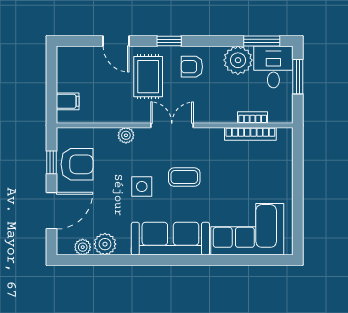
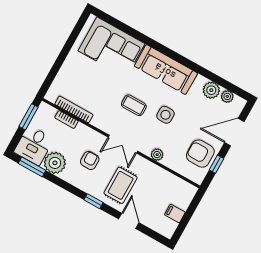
armchair: (192, 67) -> (90, 160), moved, turned -90
window: (298, 77) -> (29, 117), moved
filing cabinet: (68, 101) -> (175, 213), moved

